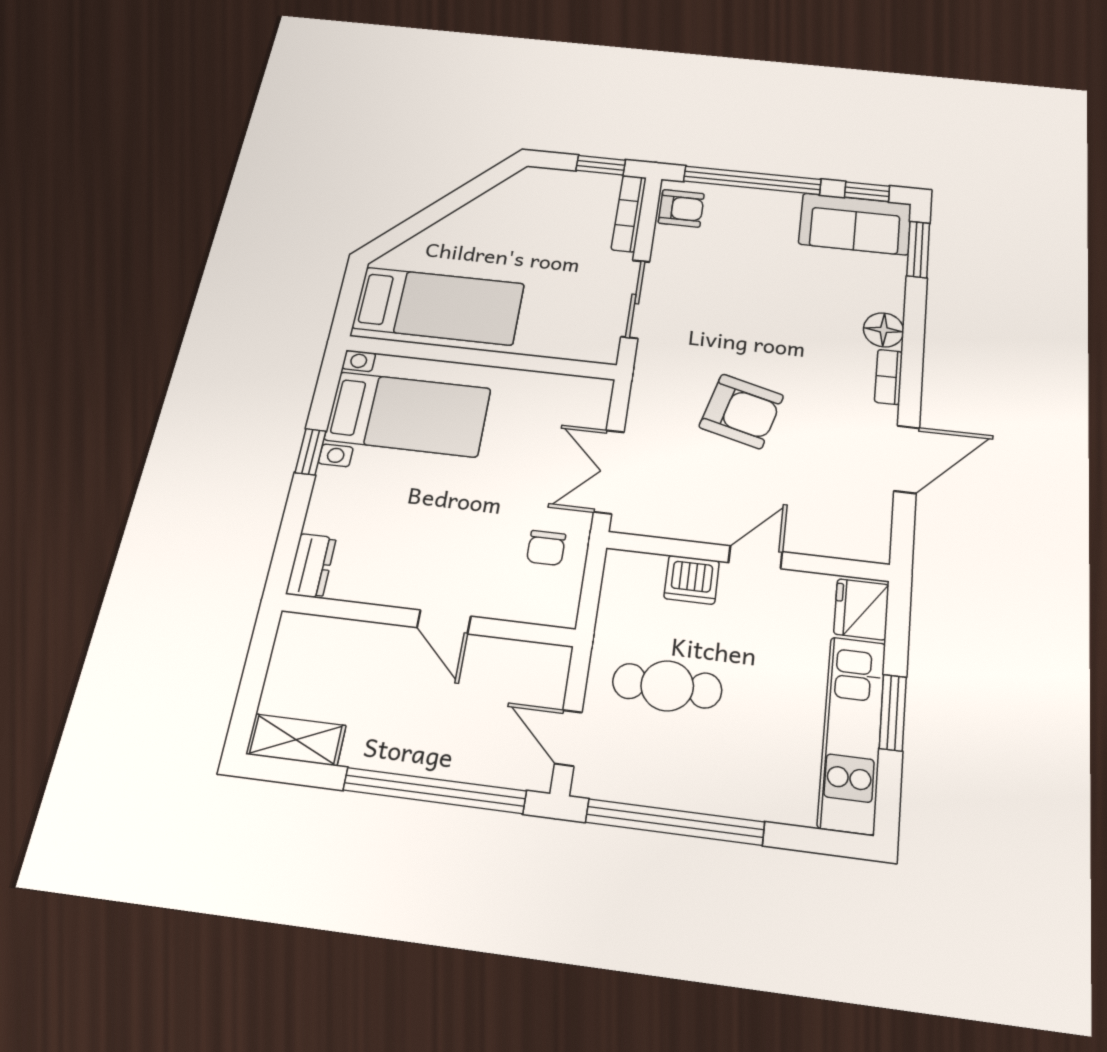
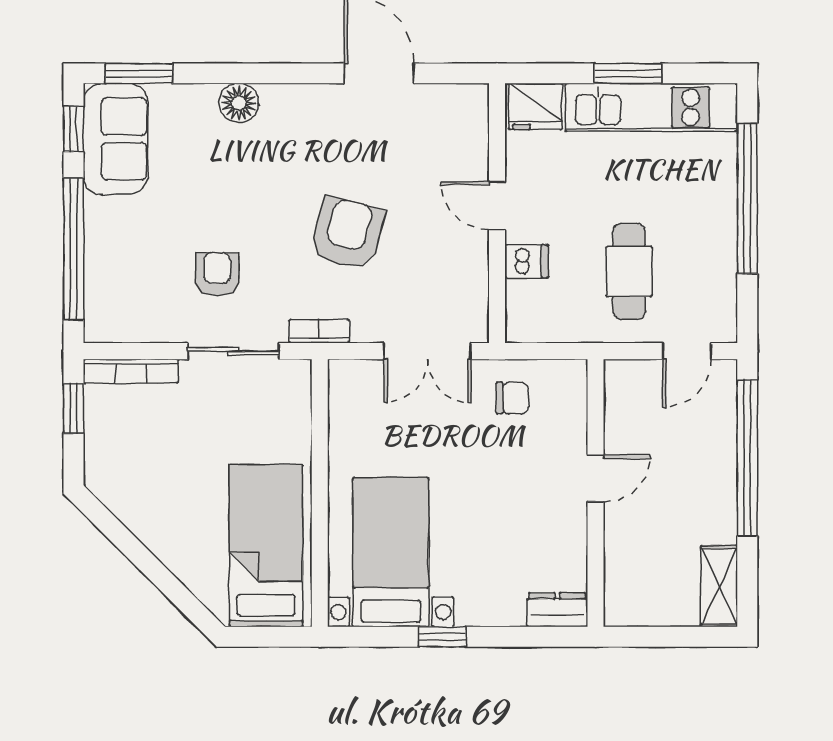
armchair: (681, 208) -> (217, 274), moved
bookcase: (889, 377) -> (319, 331), moved, turned 180
dishwasher: (692, 580) -> (527, 261), width x0.73
window: (675, 822) -> (747, 198), moved

